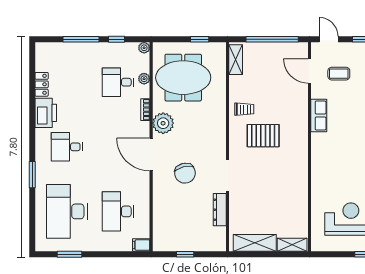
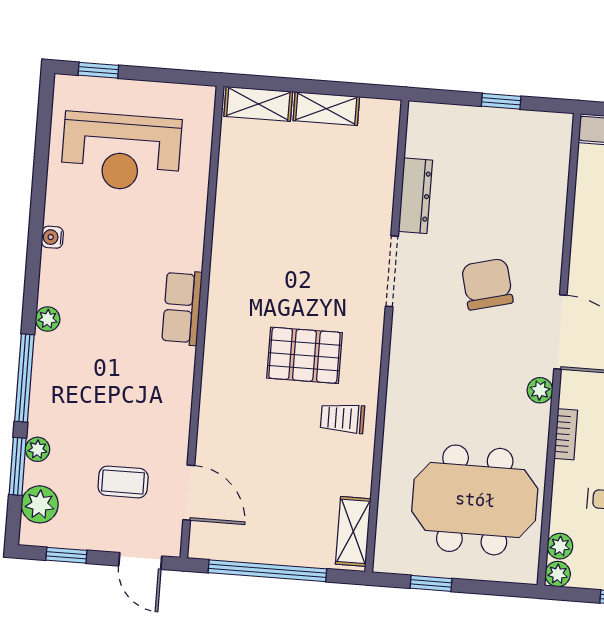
plant: (144, 79) -> (560, 546), moved
row of seats: (319, 115) -> (182, 308), moved
plant: (163, 123) -> (540, 390), width x0.53, depth x0.53
shelving: (255, 243) -> (326, 109), width x0.67, depth x0.75

